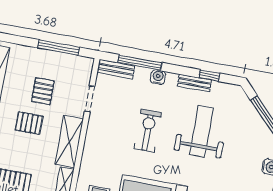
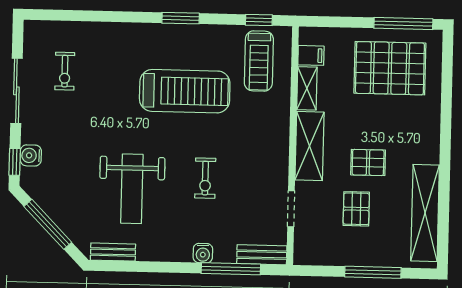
window: (59, 48) -> (373, 272), moved
window: (209, 75) -> (133, 266), removed
bench: (194, 83) -> (113, 252), moved
exercise bike: (148, 131) -> (205, 178), width x0.73, depth x0.72

